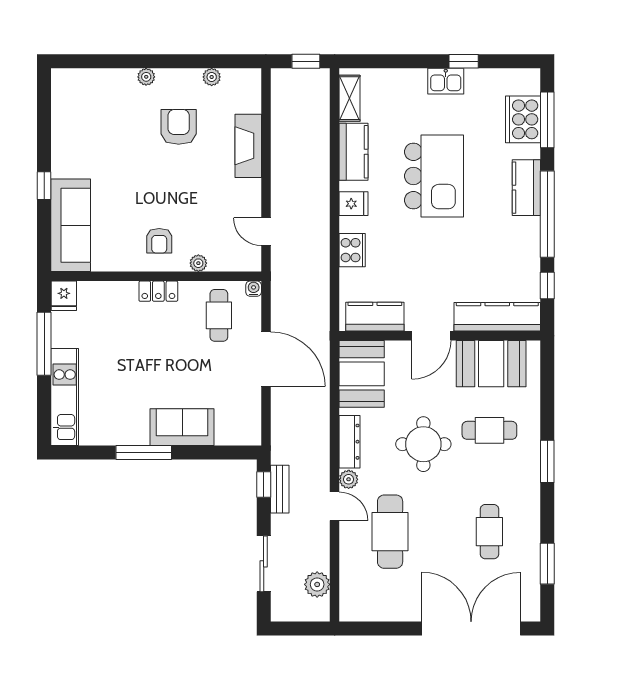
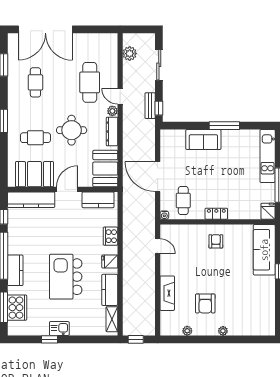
plant: (198, 263) -> (194, 229), removed

